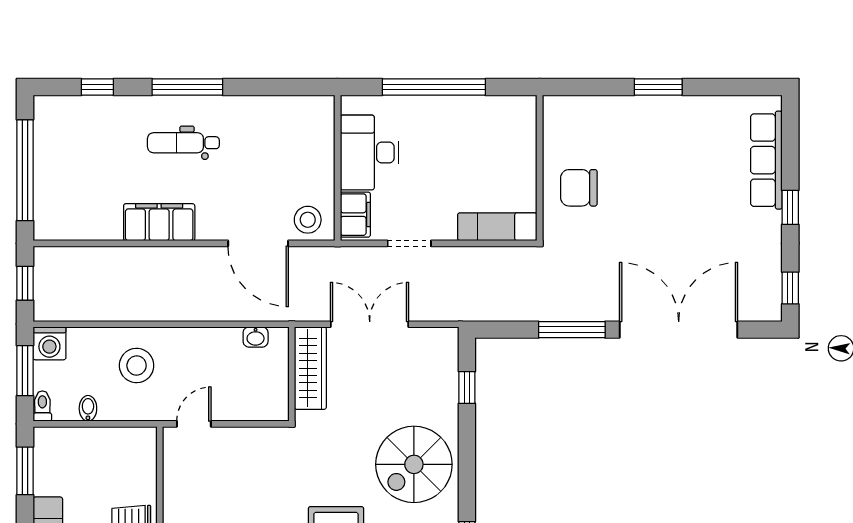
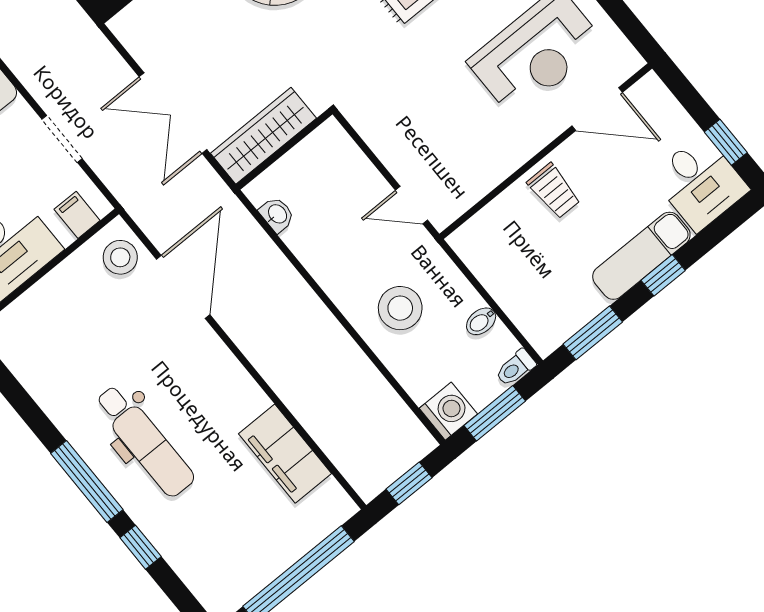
window: (97, 87) -> (141, 547), moved
dental chair: (183, 143) -> (145, 441), width x1.36, depth x1.38
filing cabinet: (355, 215) -> (77, 215), width x0.50
filing cabinet: (159, 222) -> (285, 454), moved

